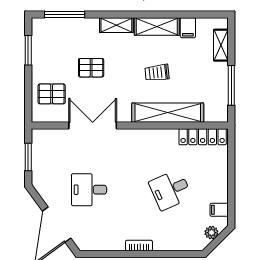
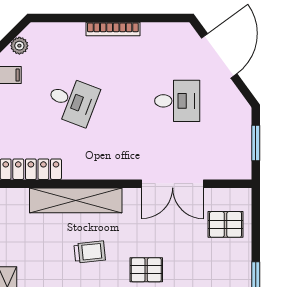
pallet: (91, 68) -> (146, 270), moved
desk: (170, 190) -> (72, 101), turned 45
bookcase: (139, 245) -> (113, 29), width x1.56

